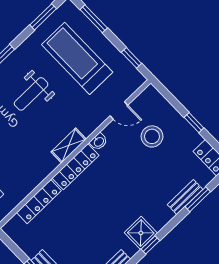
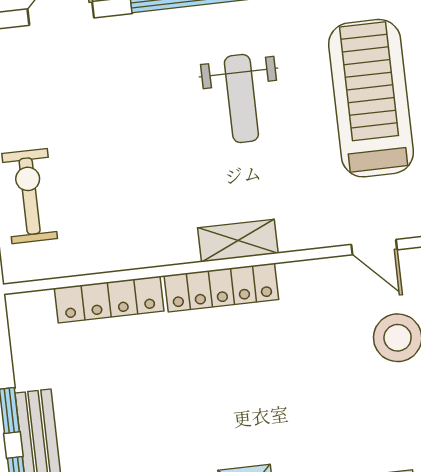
weight bench: (31, 94) -> (241, 99), turned -90
washbasin: (99, 142) -> (296, 275), removed

